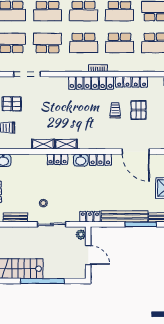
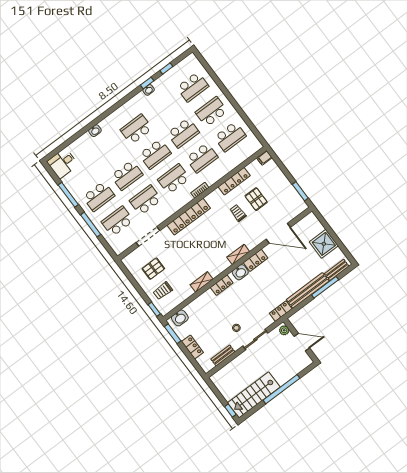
school desk: (83, 43) -> (174, 179), turned 180
locker: (91, 83) -> (189, 217), moved
shelving: (66, 144) -> (238, 254), moved

